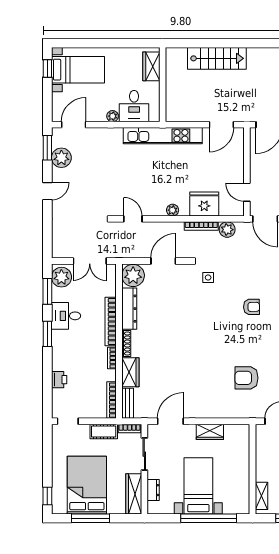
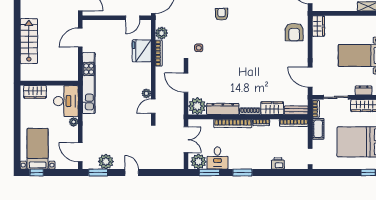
desk: (134, 106) -> (66, 101), width x1.37
door: (221, 125) -> (80, 38), swing flipped
plant: (173, 210) -> (146, 93), moved
desk: (66, 316) -> (217, 158), moved
armchair: (246, 378) -> (294, 32), moved
wardrobe: (210, 432) -> (318, 26), moved

